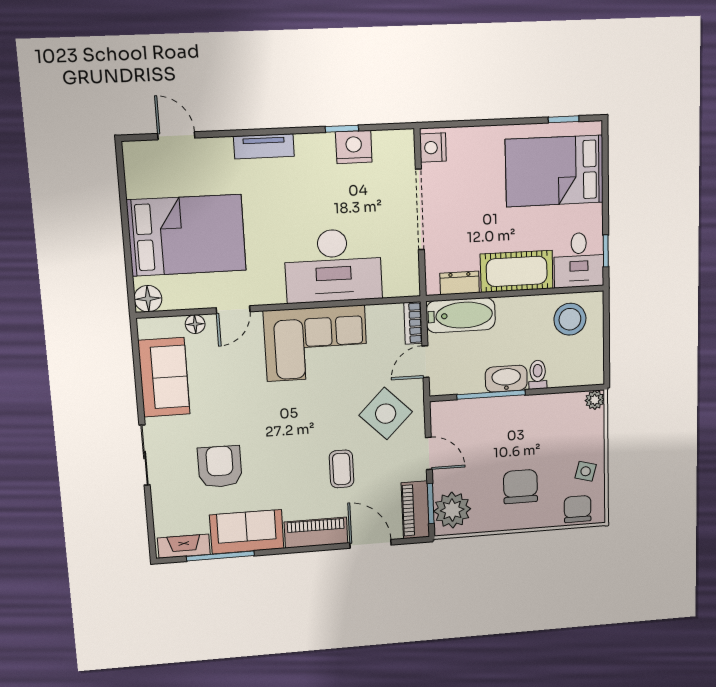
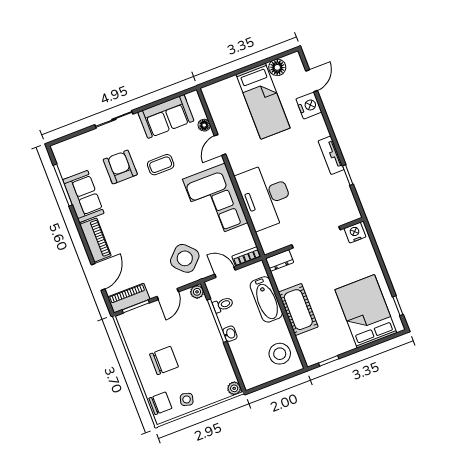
tv unit: (264, 146) -> (331, 155), moved
nightstand: (354, 147) -> (309, 106), moved
bed: (187, 235) -> (263, 101), width x0.67
desk: (579, 260) -> (318, 346), removed
dresser: (460, 283) -> (280, 261), moved, turned 90
floor lamp: (148, 299) -> (277, 67), moved
door: (233, 310) -> (220, 145), hinge flipped
bathtub: (461, 315) -> (266, 299), moved
toilet: (538, 375) -> (223, 305), moved
washbasin: (506, 379) -> (230, 334), width x0.52, depth x0.69
armchair: (220, 467) -> (120, 167), turned -90
coffee table: (342, 469) -> (161, 165), moved
plant: (452, 510) -> (197, 292), moved, width x0.53, depth x0.53
fireplace: (184, 546) -> (63, 161), removed

